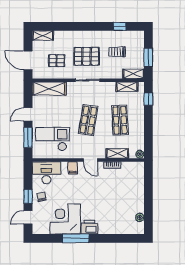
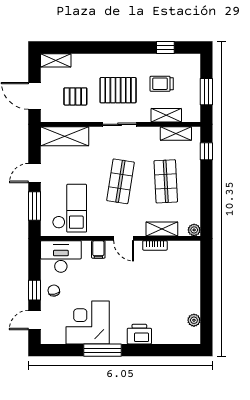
shelving: (133, 74) -> (166, 115), moved
checkout: (53, 139) -> (70, 208), turned 90
printer: (90, 227) -> (139, 334), moved

